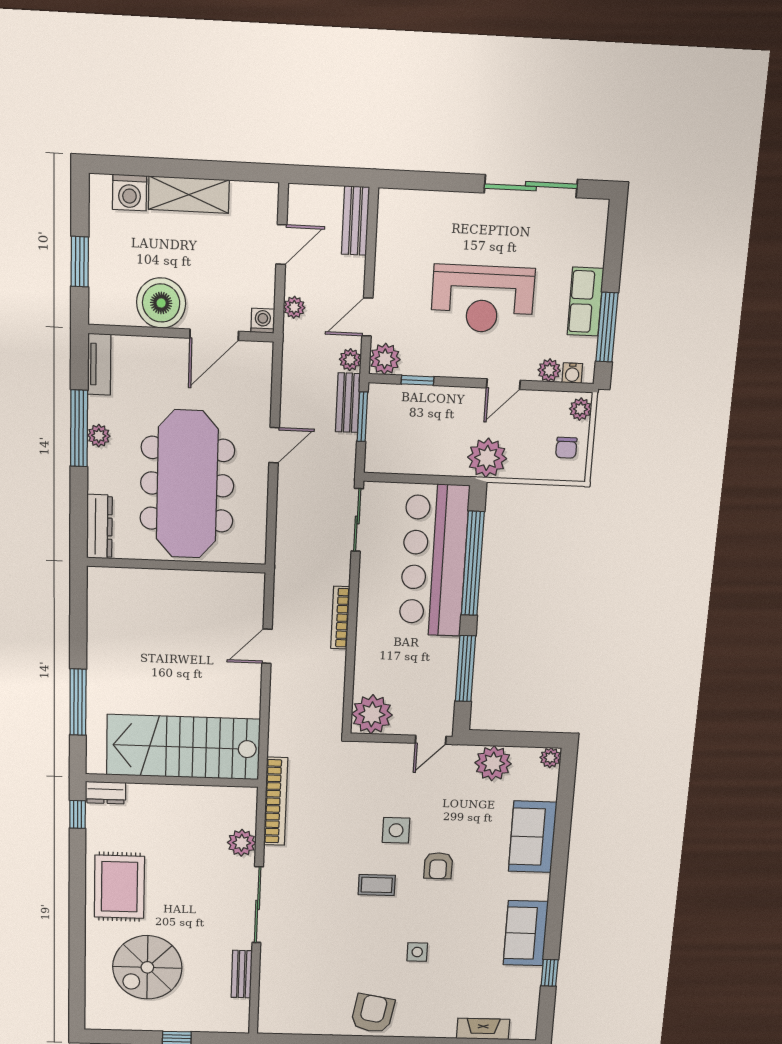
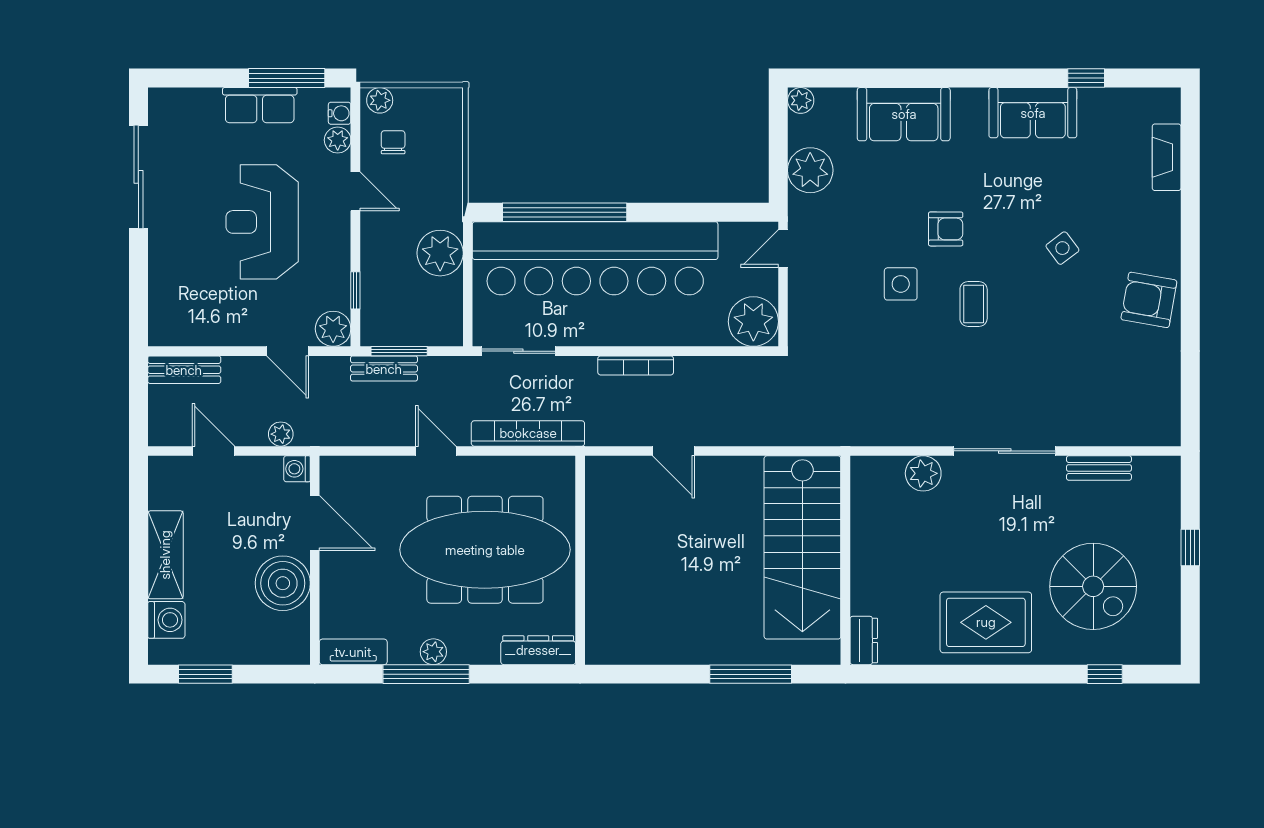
window: (80, 262) -> (205, 674), moved
reception desk: (483, 299) -> (262, 222), turned 180
plant: (350, 360) -> (336, 368), removed
chair: (566, 448) -> (393, 142), moved, turned -90
plant: (487, 458) -> (440, 253), moved
bar counter: (434, 560) -> (595, 258), width x1.36
window: (465, 668) -> (692, 212), removed
door: (431, 740) -> (783, 248), swing flipped
bookcase: (276, 801) -> (528, 433), moved
window: (78, 814) -> (1105, 674), moved
side table: (417, 952) -> (1062, 248), turned -37

